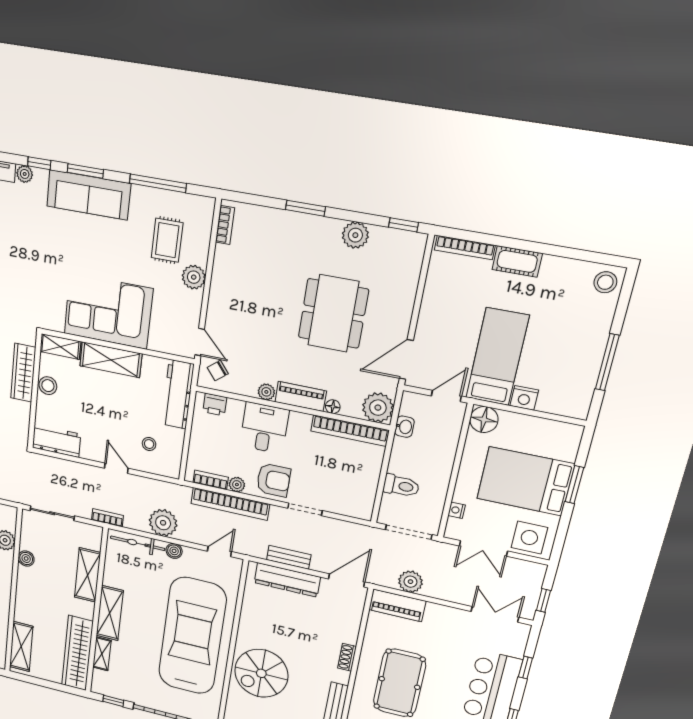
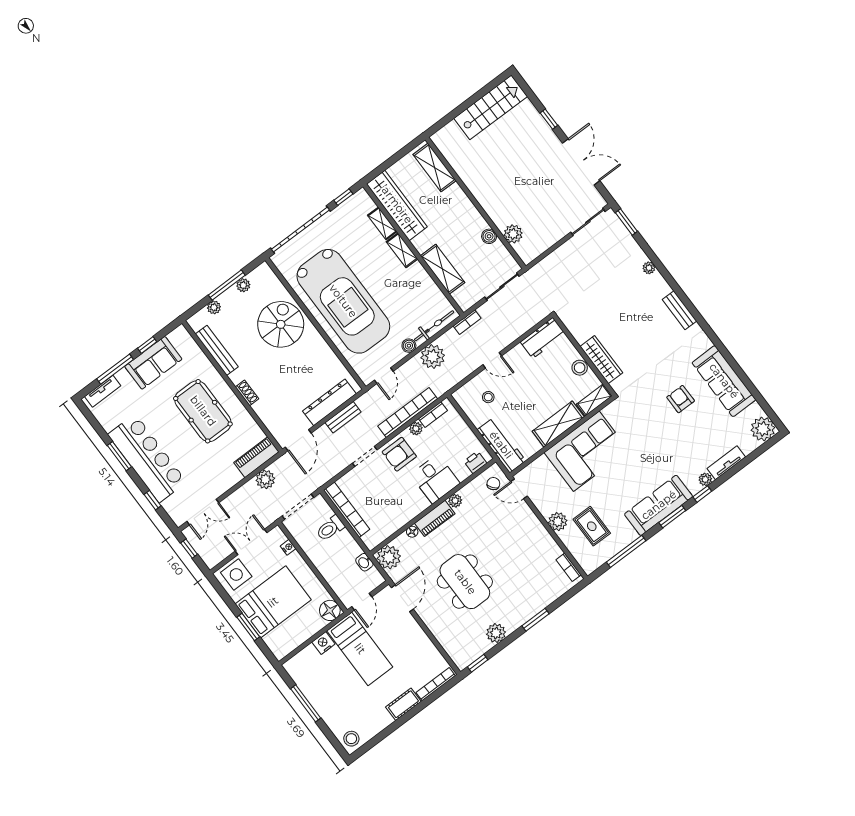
bookcase: (350, 431) -> (347, 510), moved, turned 90
shelving: (110, 613) -> (402, 250), width x0.67, depth x0.75

